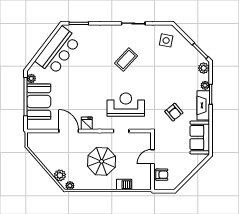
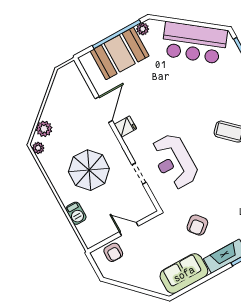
reception desk: (126, 105) -> (174, 162), turned 180

